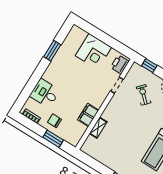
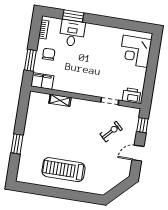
window: (52, 51) -> (73, 16), moved
corner desk: (93, 52) -> (135, 51), moved
filing cabinet: (88, 115) -> (42, 81), moved

